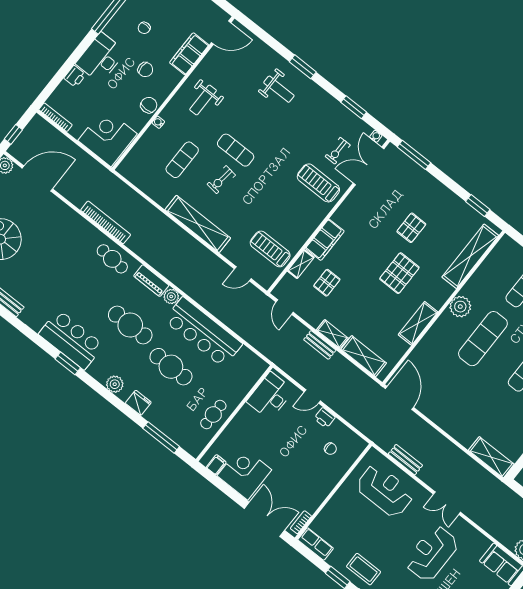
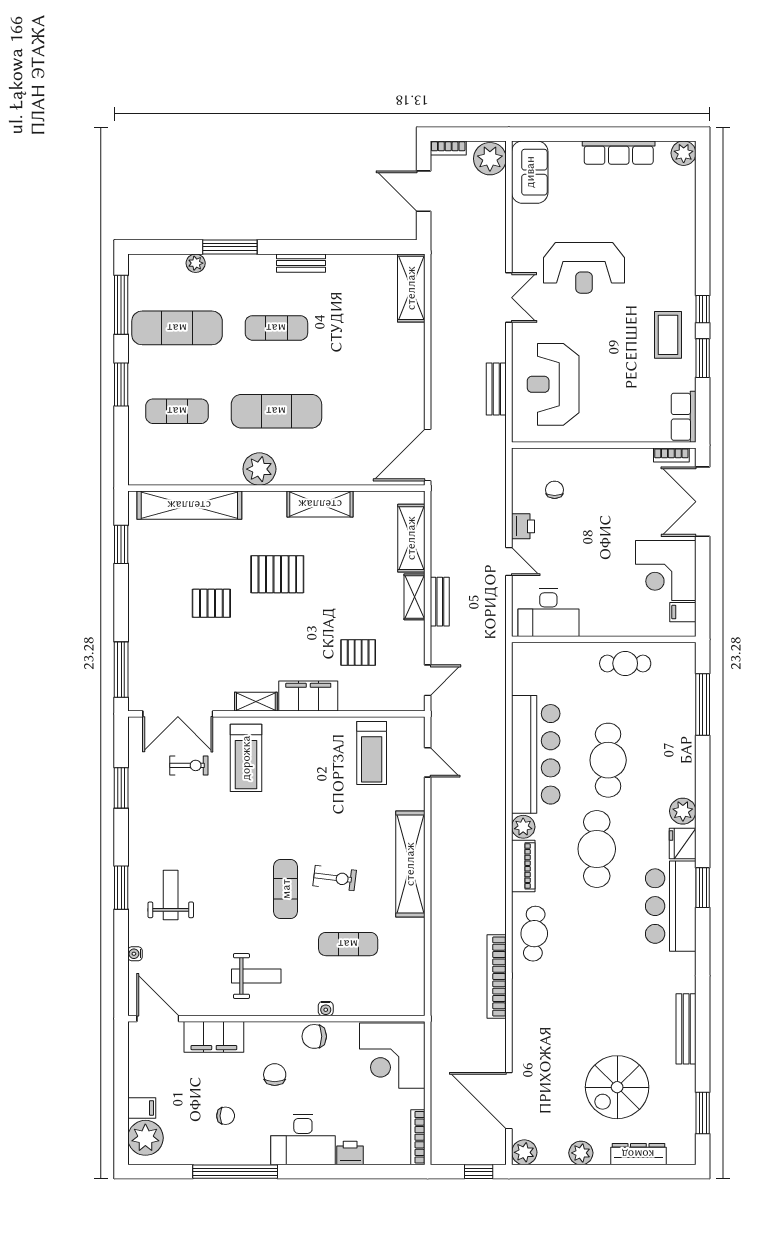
water cooler: (376, 136) -> (135, 954), moved
shelving: (301, 264) -> (256, 702), moved
fridge: (138, 403) -> (683, 844), moved

